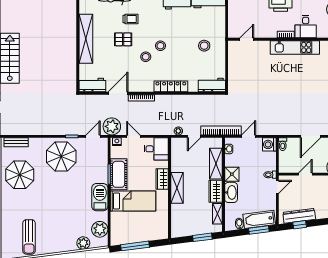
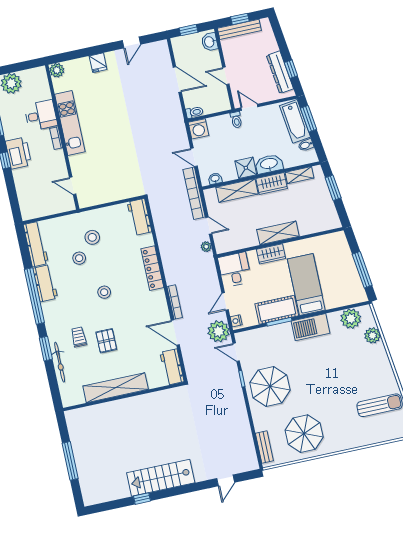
stool: (146, 57) -> (79, 258), moved

